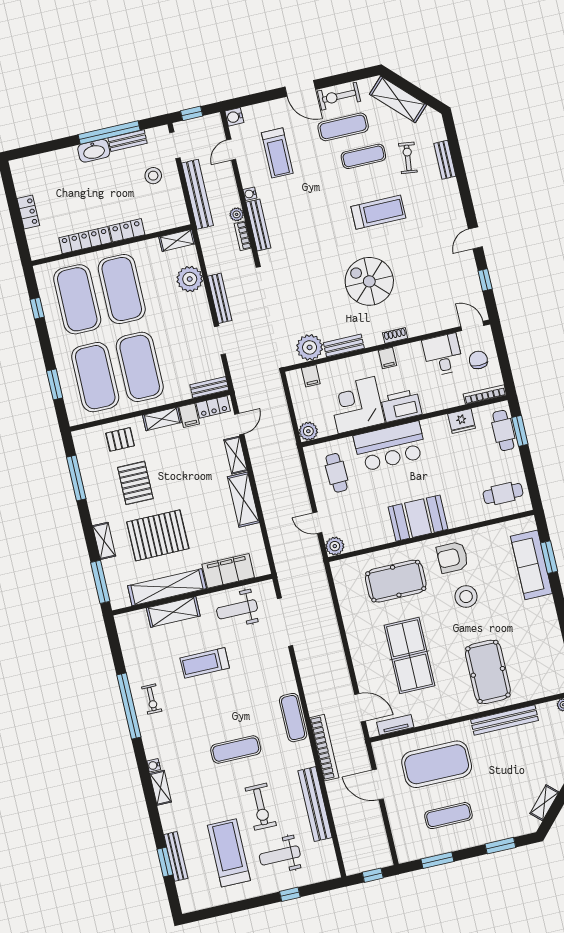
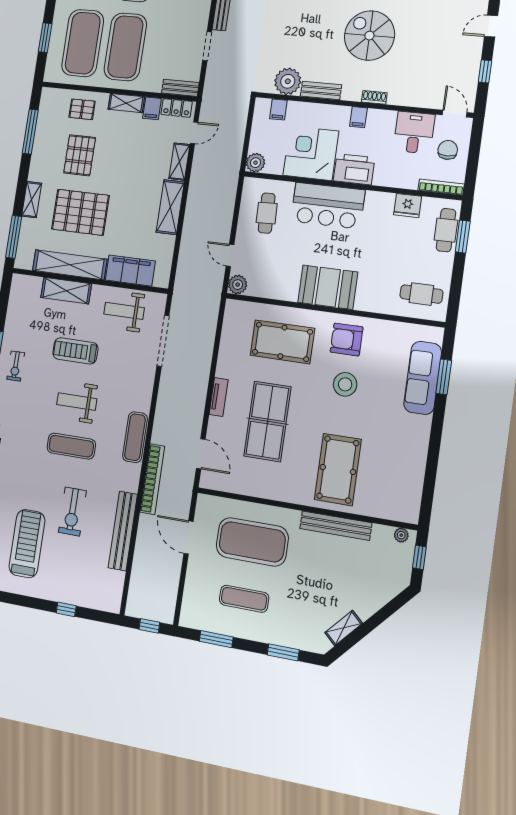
tv unit: (395, 725) -> (219, 397), moved, turned 90
weight bench: (280, 855) -> (77, 402), moved

